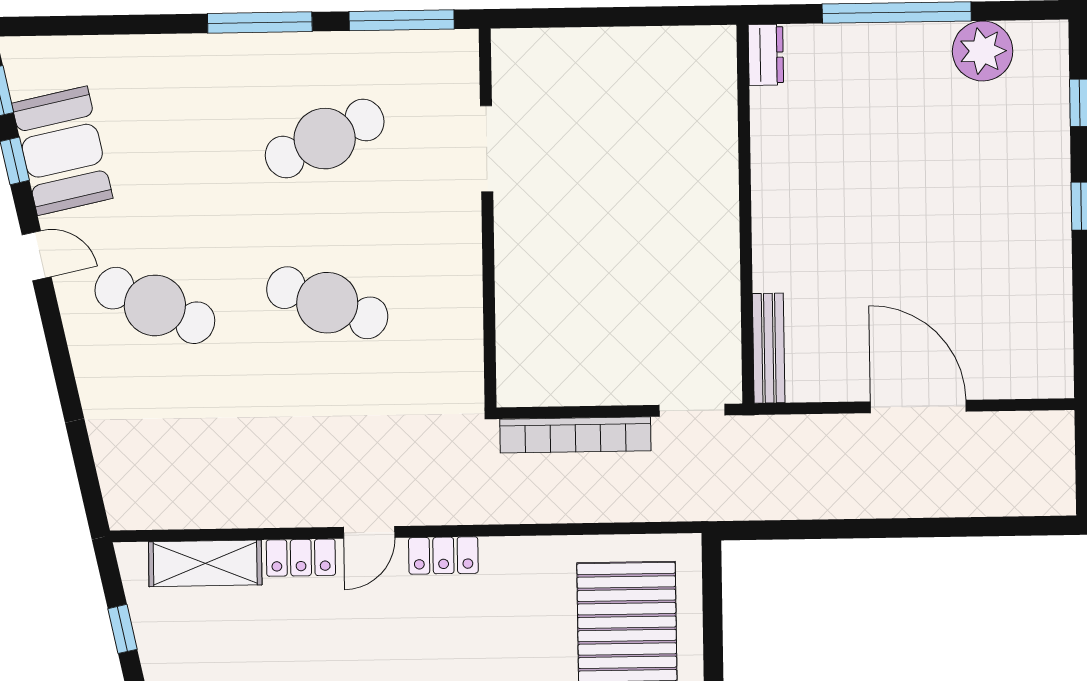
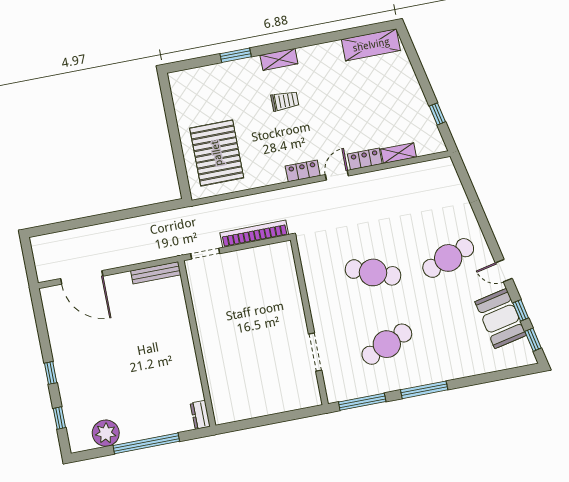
cafe table: (155, 305) -> (448, 258), turned -45
bench: (769, 348) -> (156, 273), moved, turned 90
door: (918, 407) -> (82, 277), moved
shelving: (205, 563) -> (399, 153), width x0.67, depth x0.75

